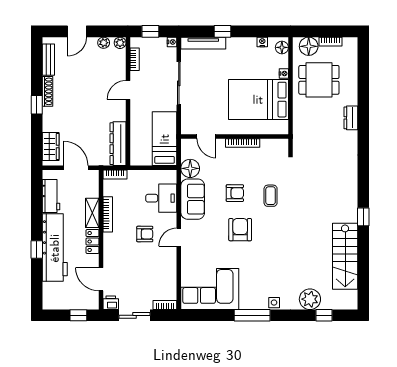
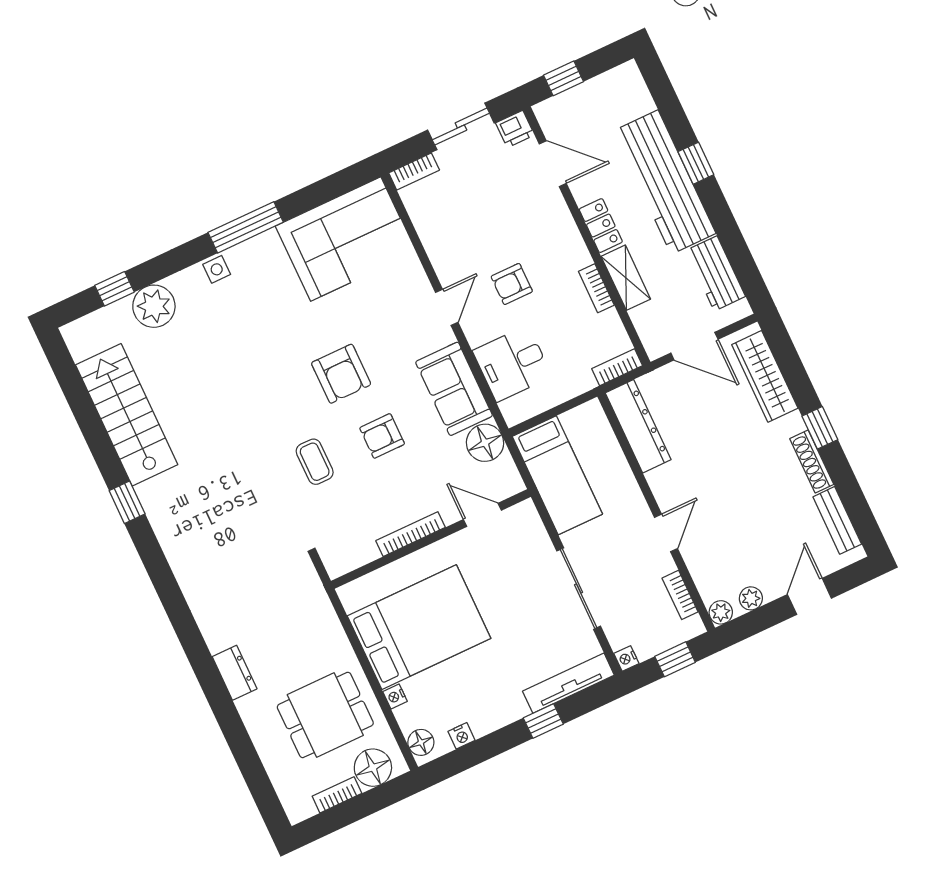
wardrobe: (51, 146) -> (765, 376), width x1.50
bookcase: (108, 214) -> (596, 288), width x0.64

